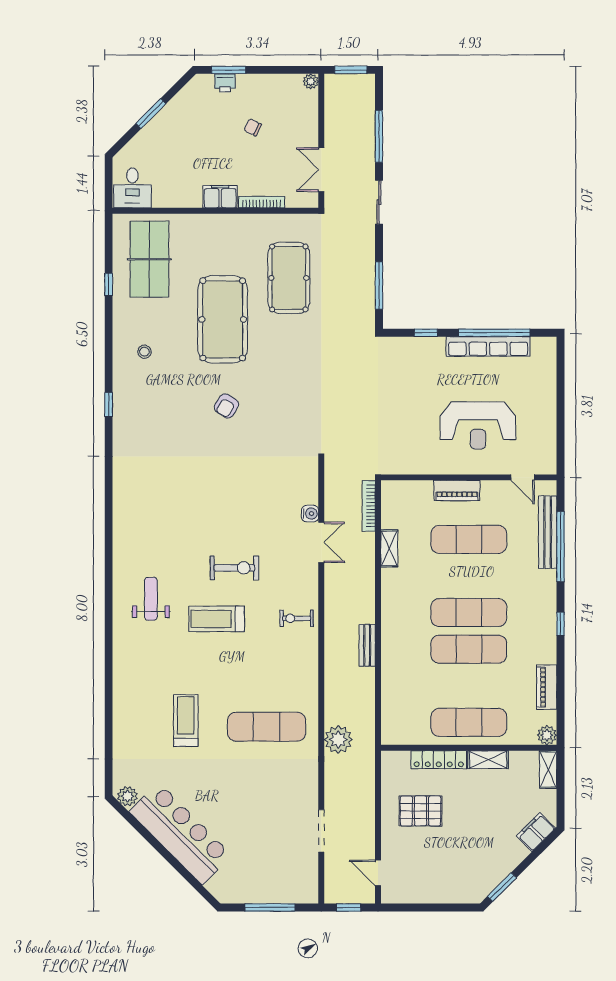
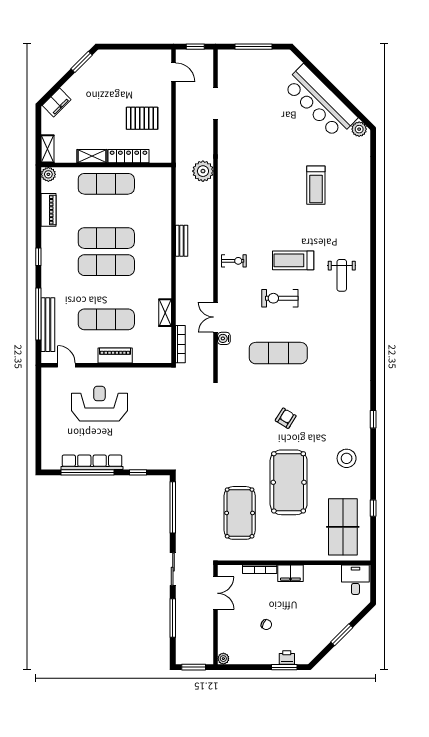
window: (379, 286) -> (173, 507), width x1.46
stool: (144, 352) -> (347, 458), width x1.89, depth x1.89
treadmill: (217, 619) -> (293, 260), turned 180
exercise mat: (267, 727) -> (278, 353), moved

